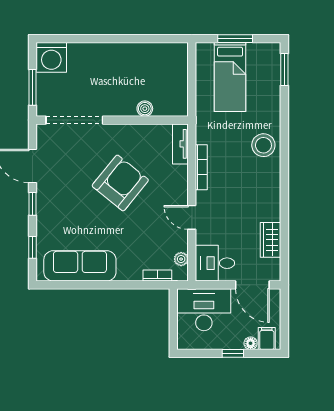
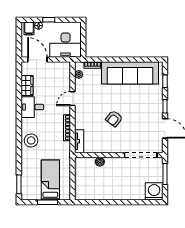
armchair: (120, 183) -> (114, 119), width x0.53, depth x0.53
door: (192, 217) -> (73, 99), swing flipped
desk: (215, 263) -> (32, 107), moved, turned 180
sofa: (80, 266) -> (130, 73), width x1.36, depth x1.27

